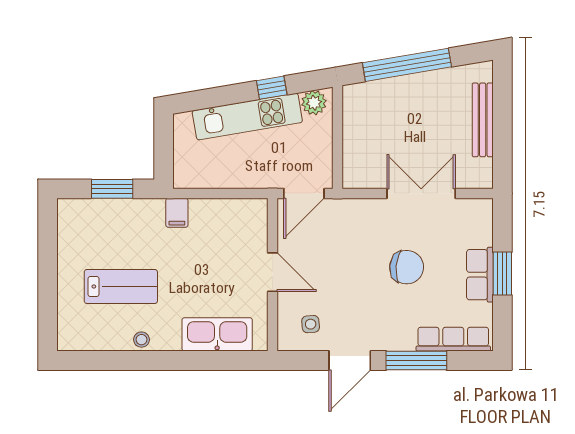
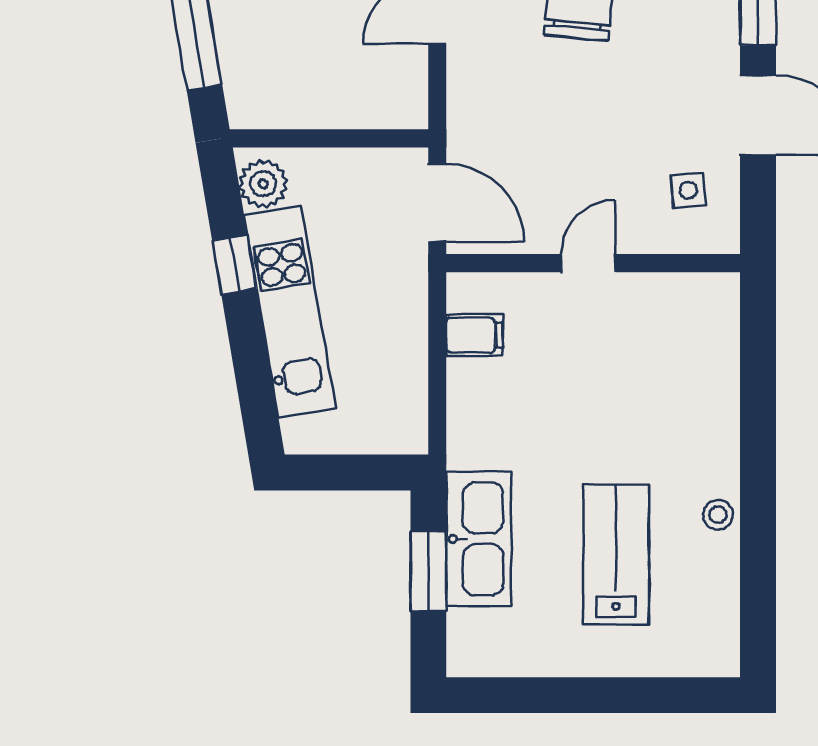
filing cabinet: (177, 213) -> (474, 335), moved
door: (273, 272) -> (588, 263), width x0.73
kitchen sink: (217, 334) -> (479, 539), moved, turned 180

